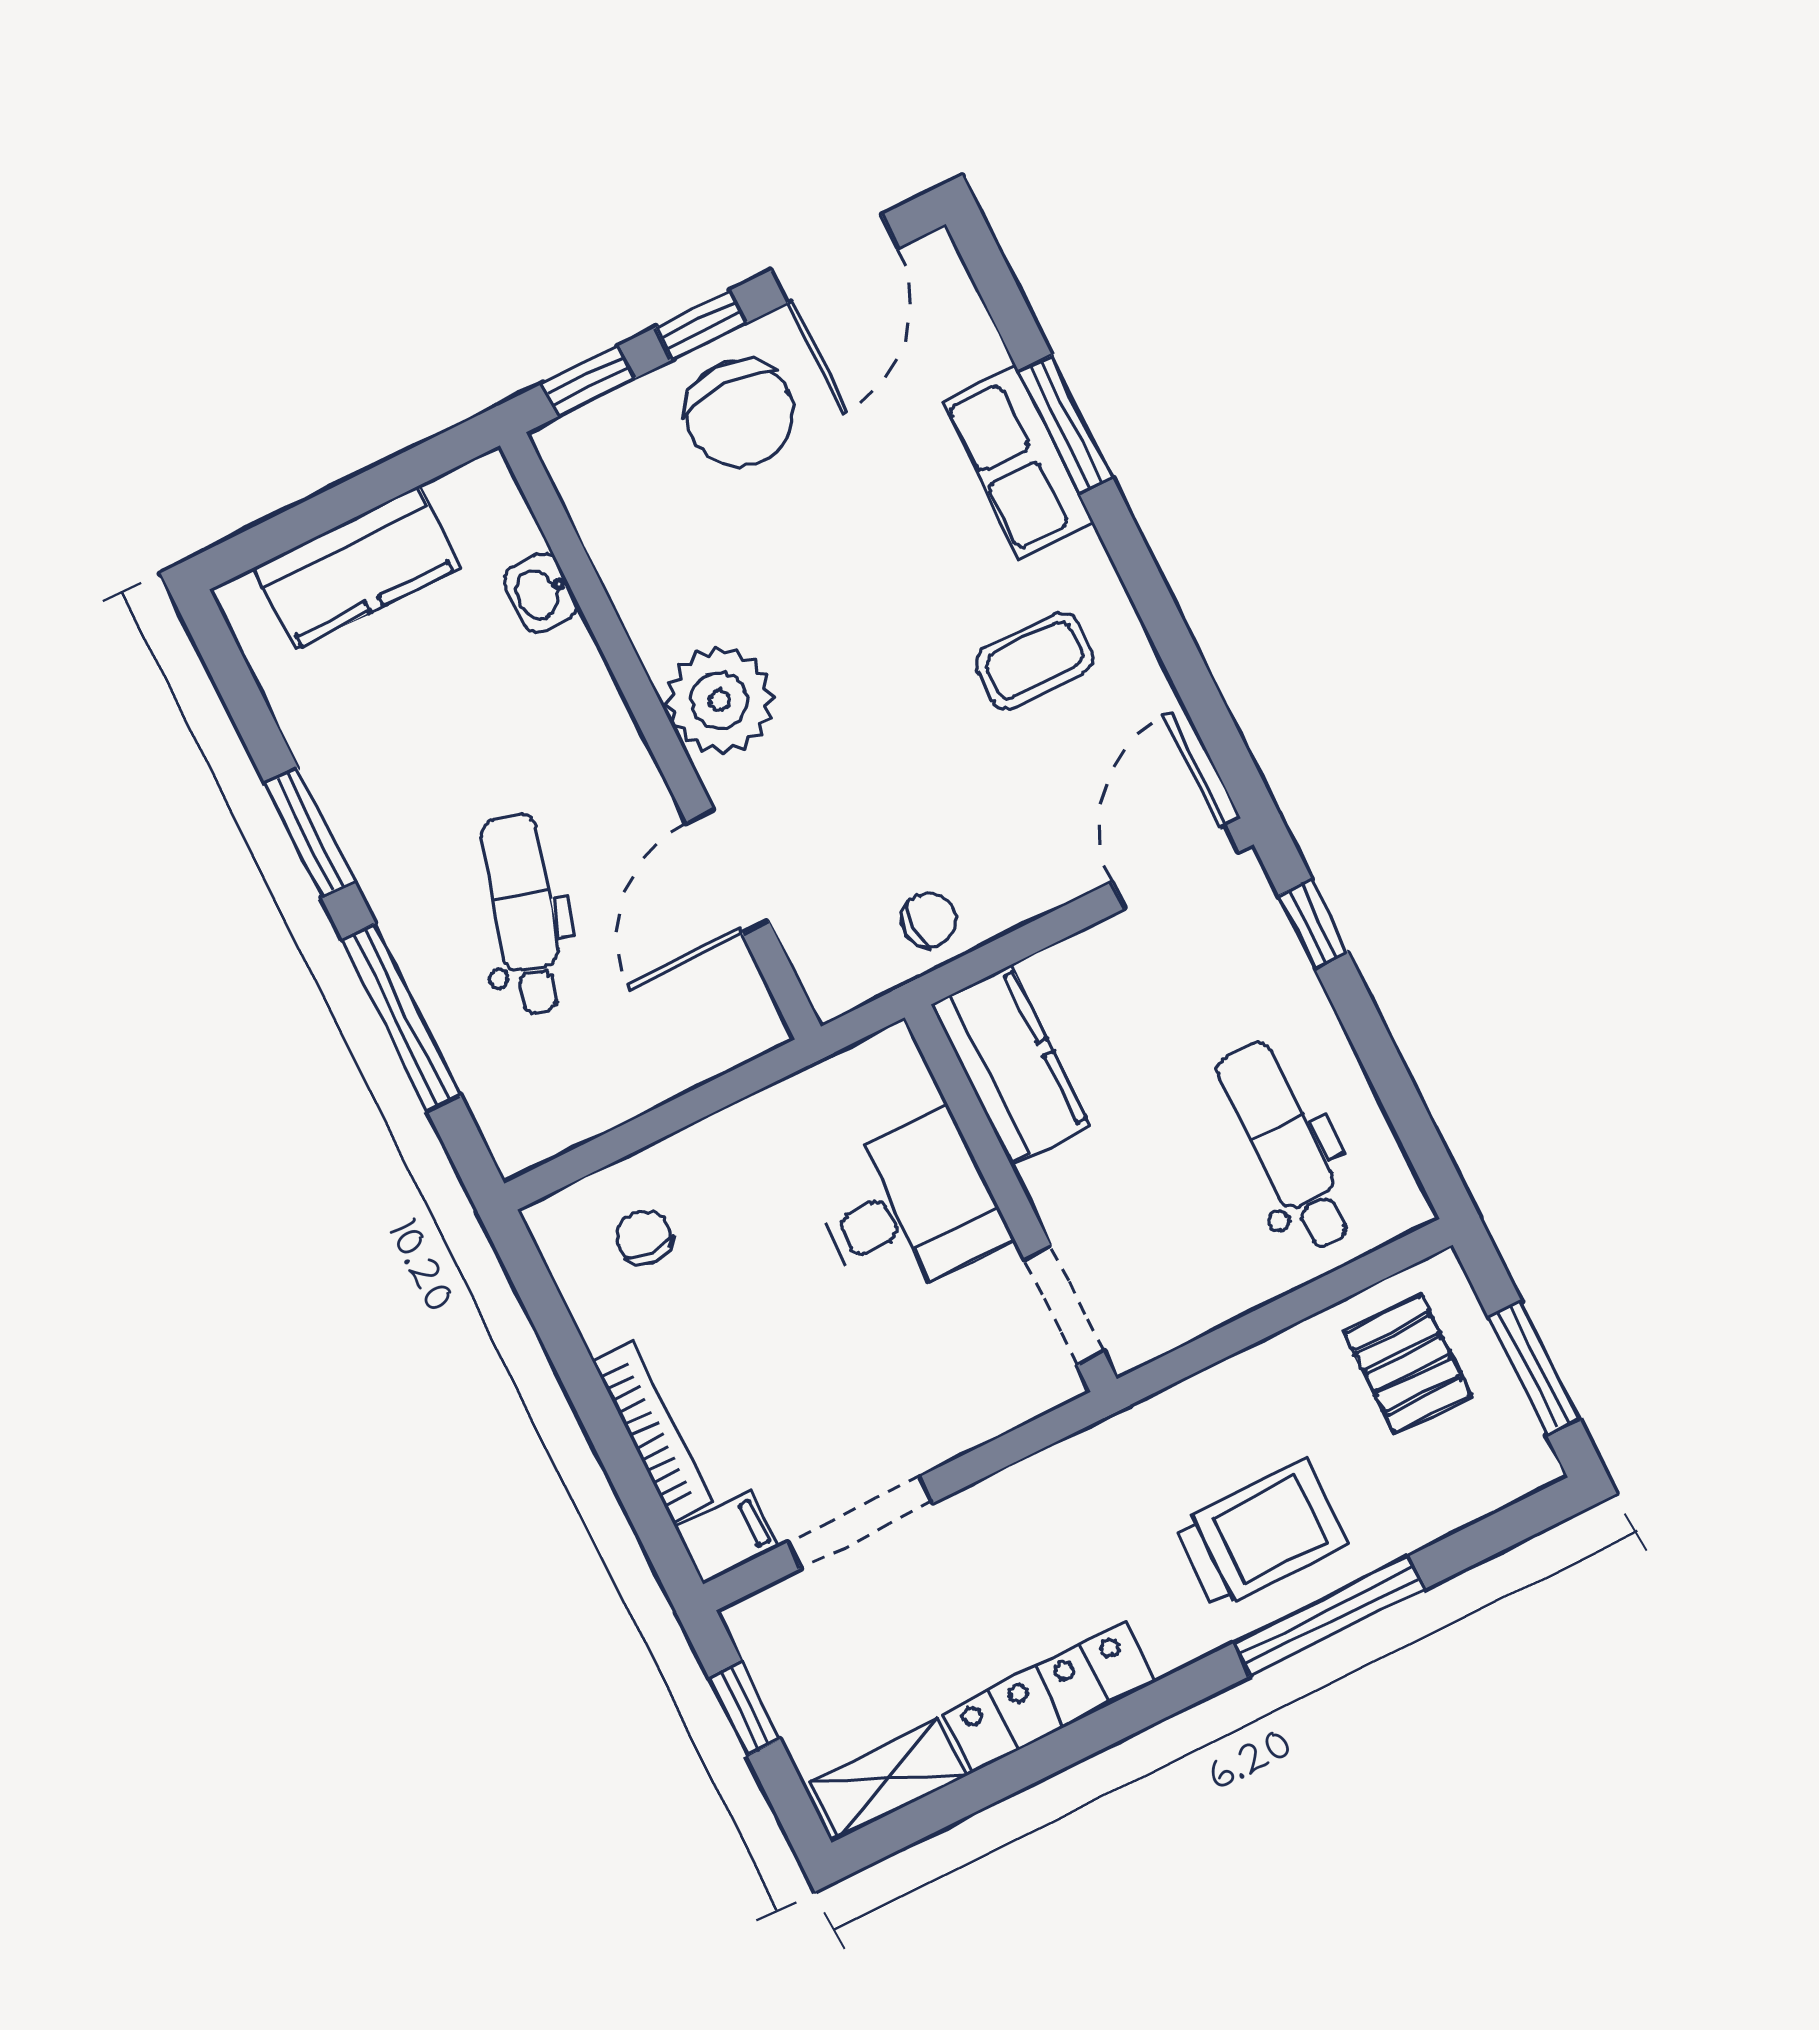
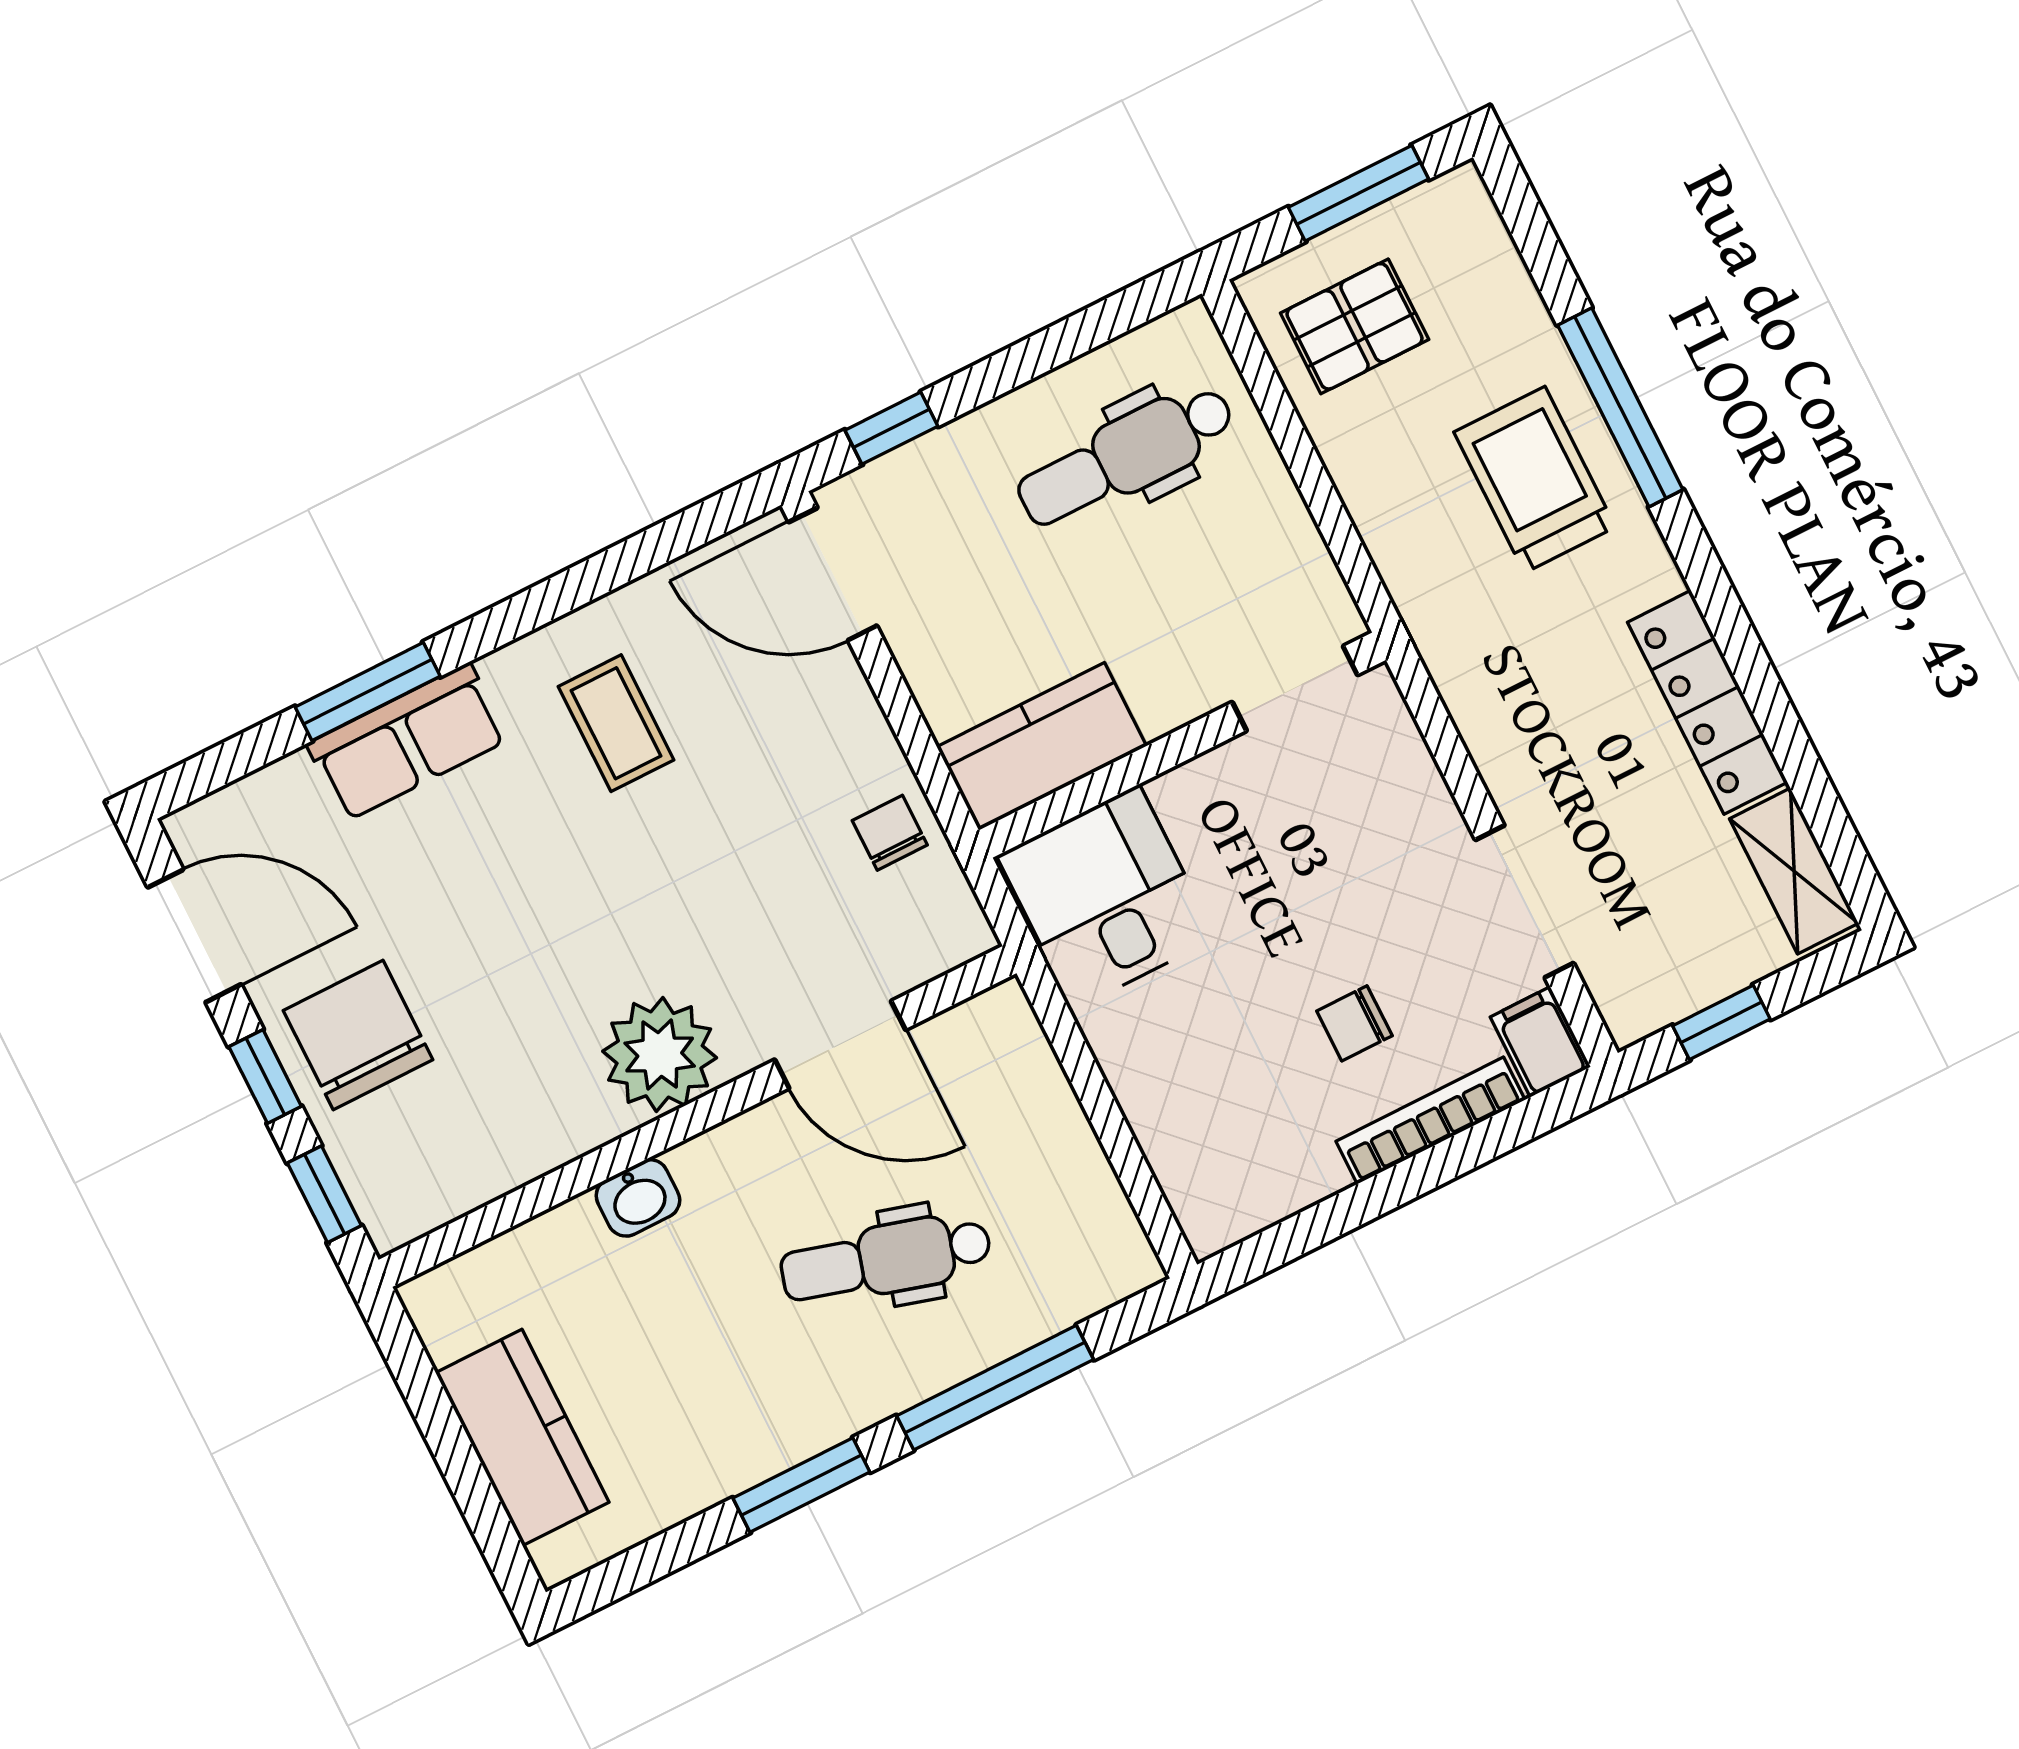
chair: (739, 414) -> (358, 1035), turned -90
washbasin: (541, 593) -> (638, 1198), moved
desk: (908, 1208) -> (1106, 897), moved
chair: (644, 1237) -> (1354, 1023), moved

